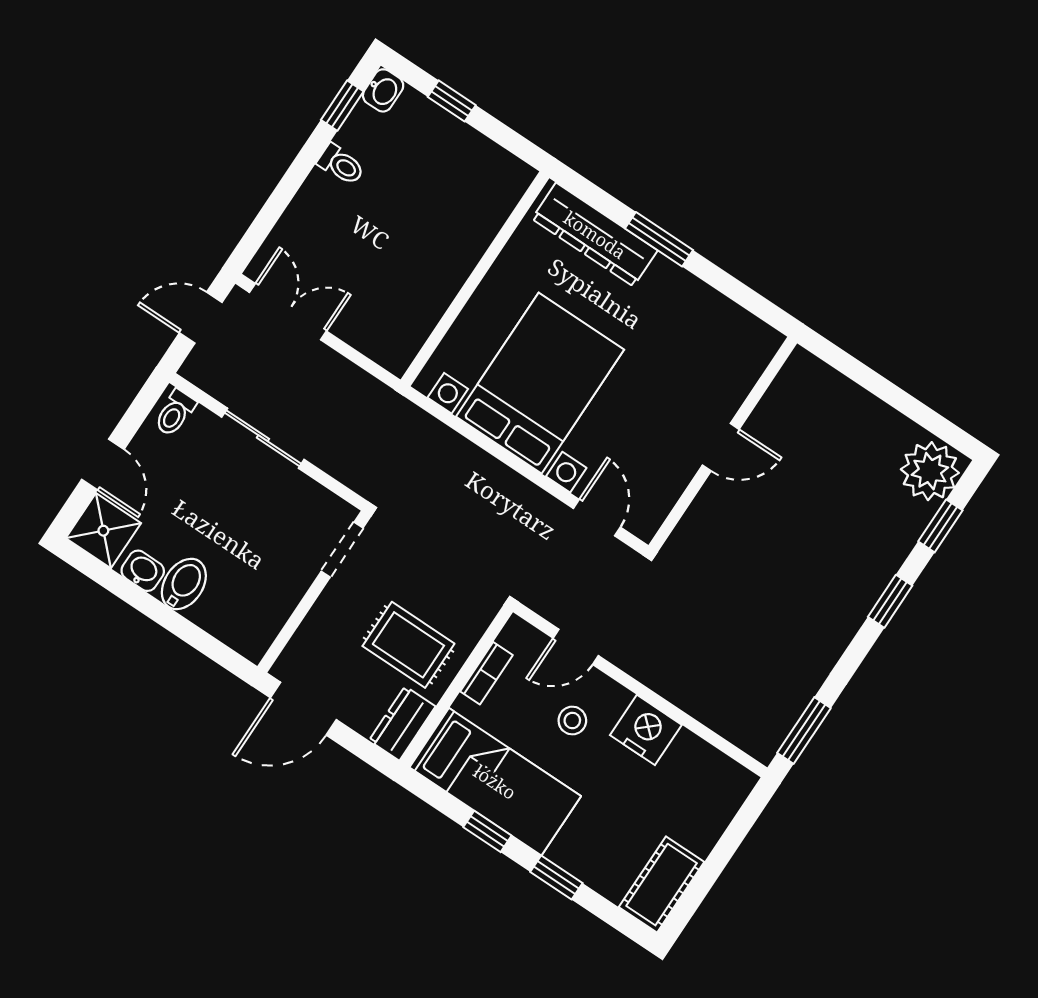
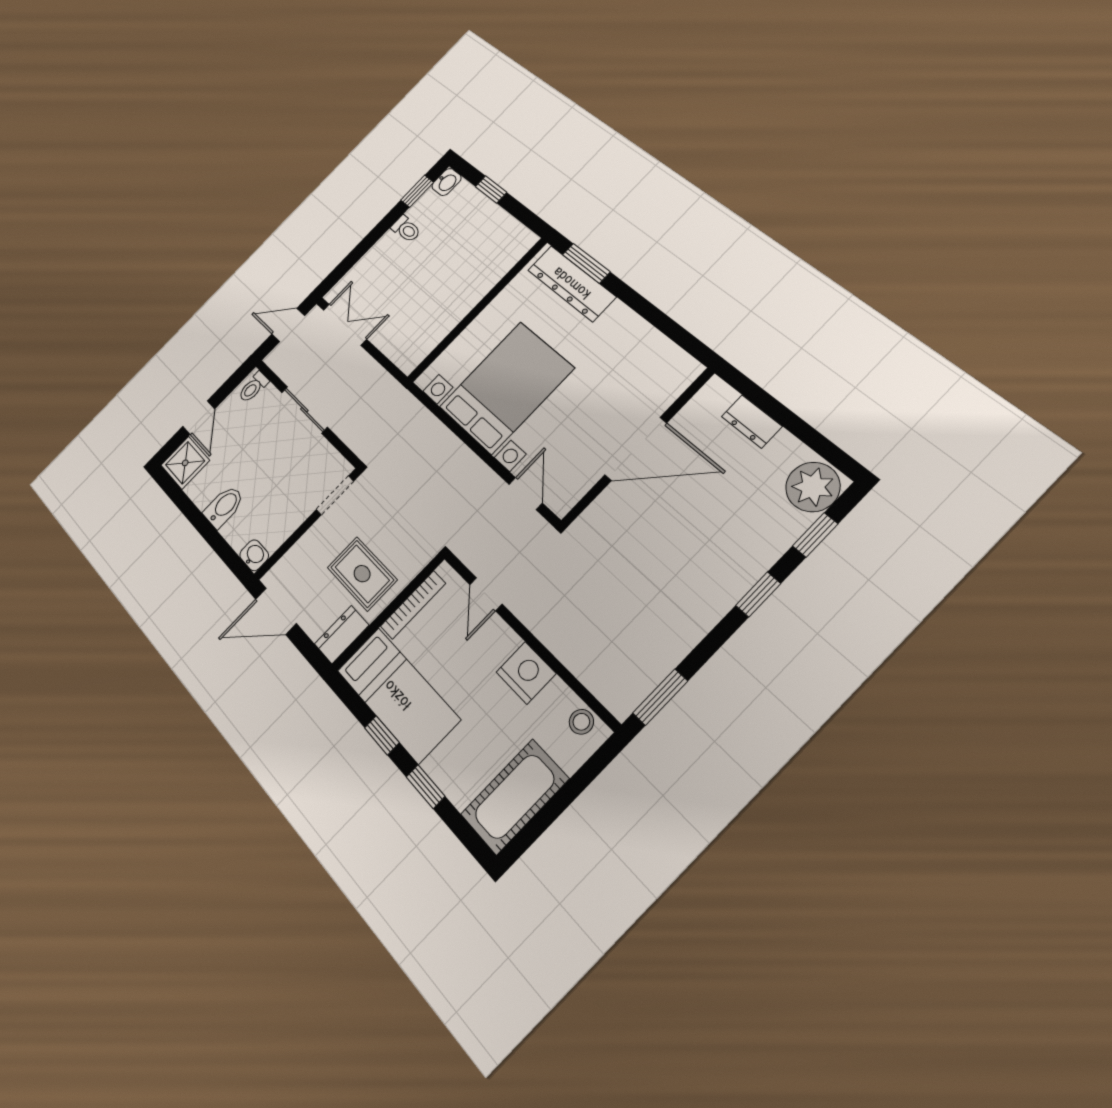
window: (659, 239) -> (586, 263), moved
dresser: (850, 400) -> (752, 421), added
door: (721, 447) -> (636, 449), width x1.88
washbasin: (143, 571) -> (254, 555), moved
door: (576, 647) -> (486, 594), hinge flipped
bookcase: (486, 673) -> (413, 605), width x1.56
stool: (572, 721) -> (581, 722), moved
cot: (662, 885) -> (515, 797), width x1.37, depth x1.34

